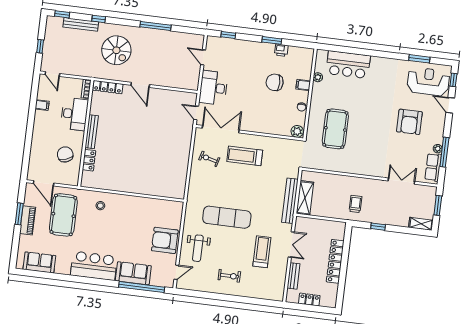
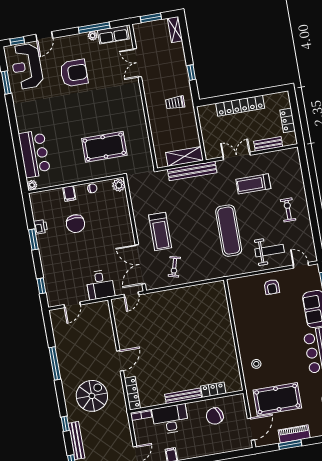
plant: (318, 77) -> (32, 185), moved
desk: (213, 88) -> (100, 285), width x0.73
armchair: (165, 240) -> (272, 287), width x0.53, depth x0.53

